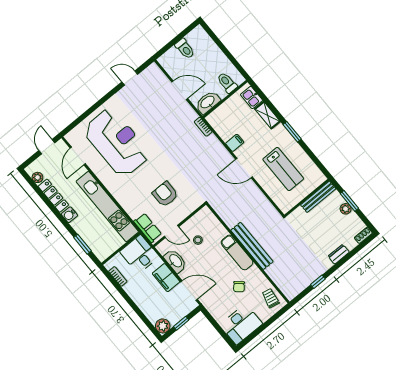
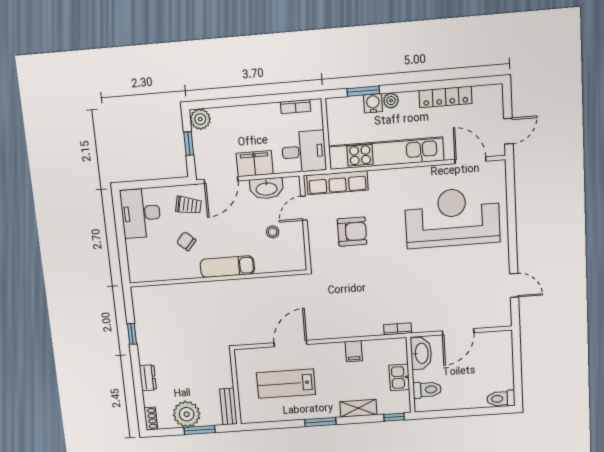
toilet: (185, 49) -> (501, 399), moved
door: (130, 78) -> (514, 285), hinge flipped
window: (258, 90) -> (394, 417), added
kitchen sink: (252, 98) -> (399, 377), moved, turned -90
reception desk: (117, 142) -> (452, 218), turned 180
door: (47, 147) -> (508, 131), hinge flipped
door: (244, 168) -> (290, 344), moved
plant: (37, 177) -> (391, 101), moved
bench: (318, 197) -> (228, 407), width x0.73
plant: (346, 209) -> (187, 414), width x1.88, depth x1.88
water cooler: (69, 215) -> (373, 103), moved
row of seats: (148, 228) -> (337, 183), width x1.48
bench: (252, 246) -> (223, 289), removed
trolley: (271, 298) -> (188, 205), moved

